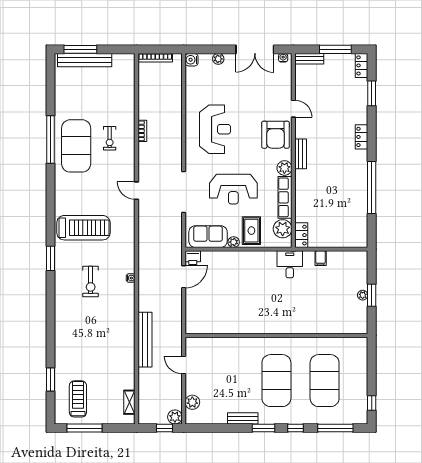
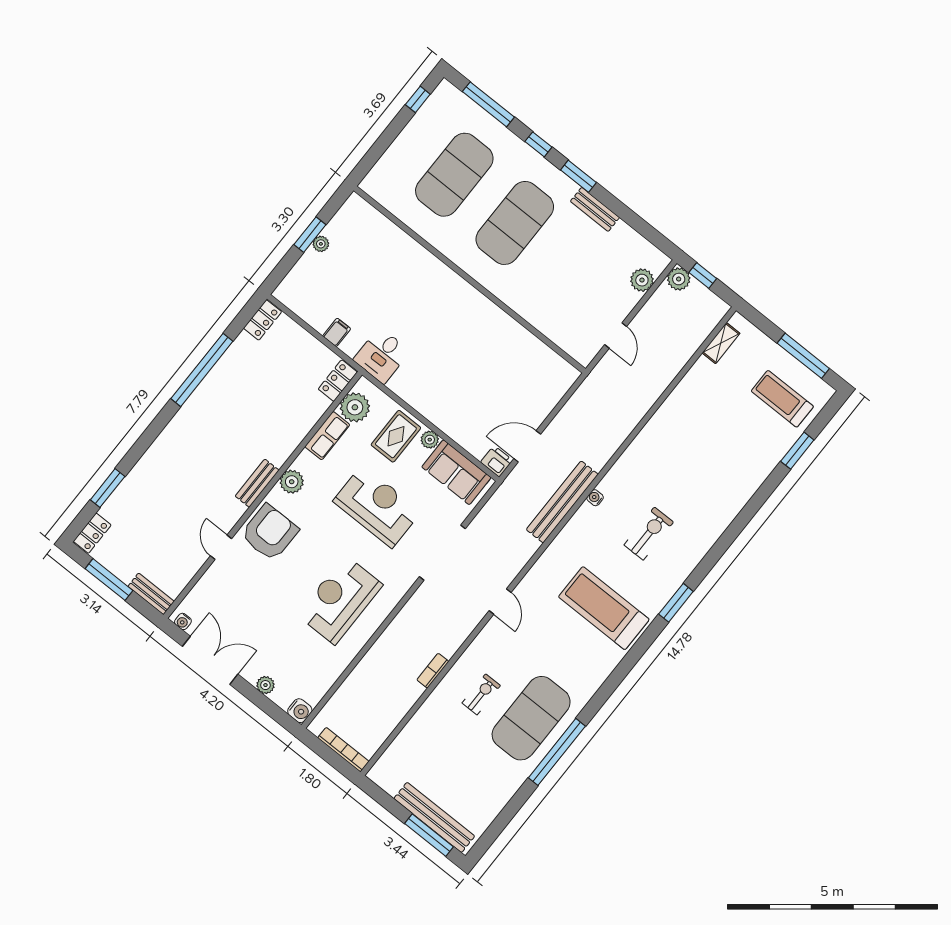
locker: (362, 137) -> (263, 320), moved
row of seats: (285, 197) -> (327, 436), width x0.68
bench: (145, 340) -> (562, 502), moved
treadmill: (78, 399) -> (782, 399), turned 90

